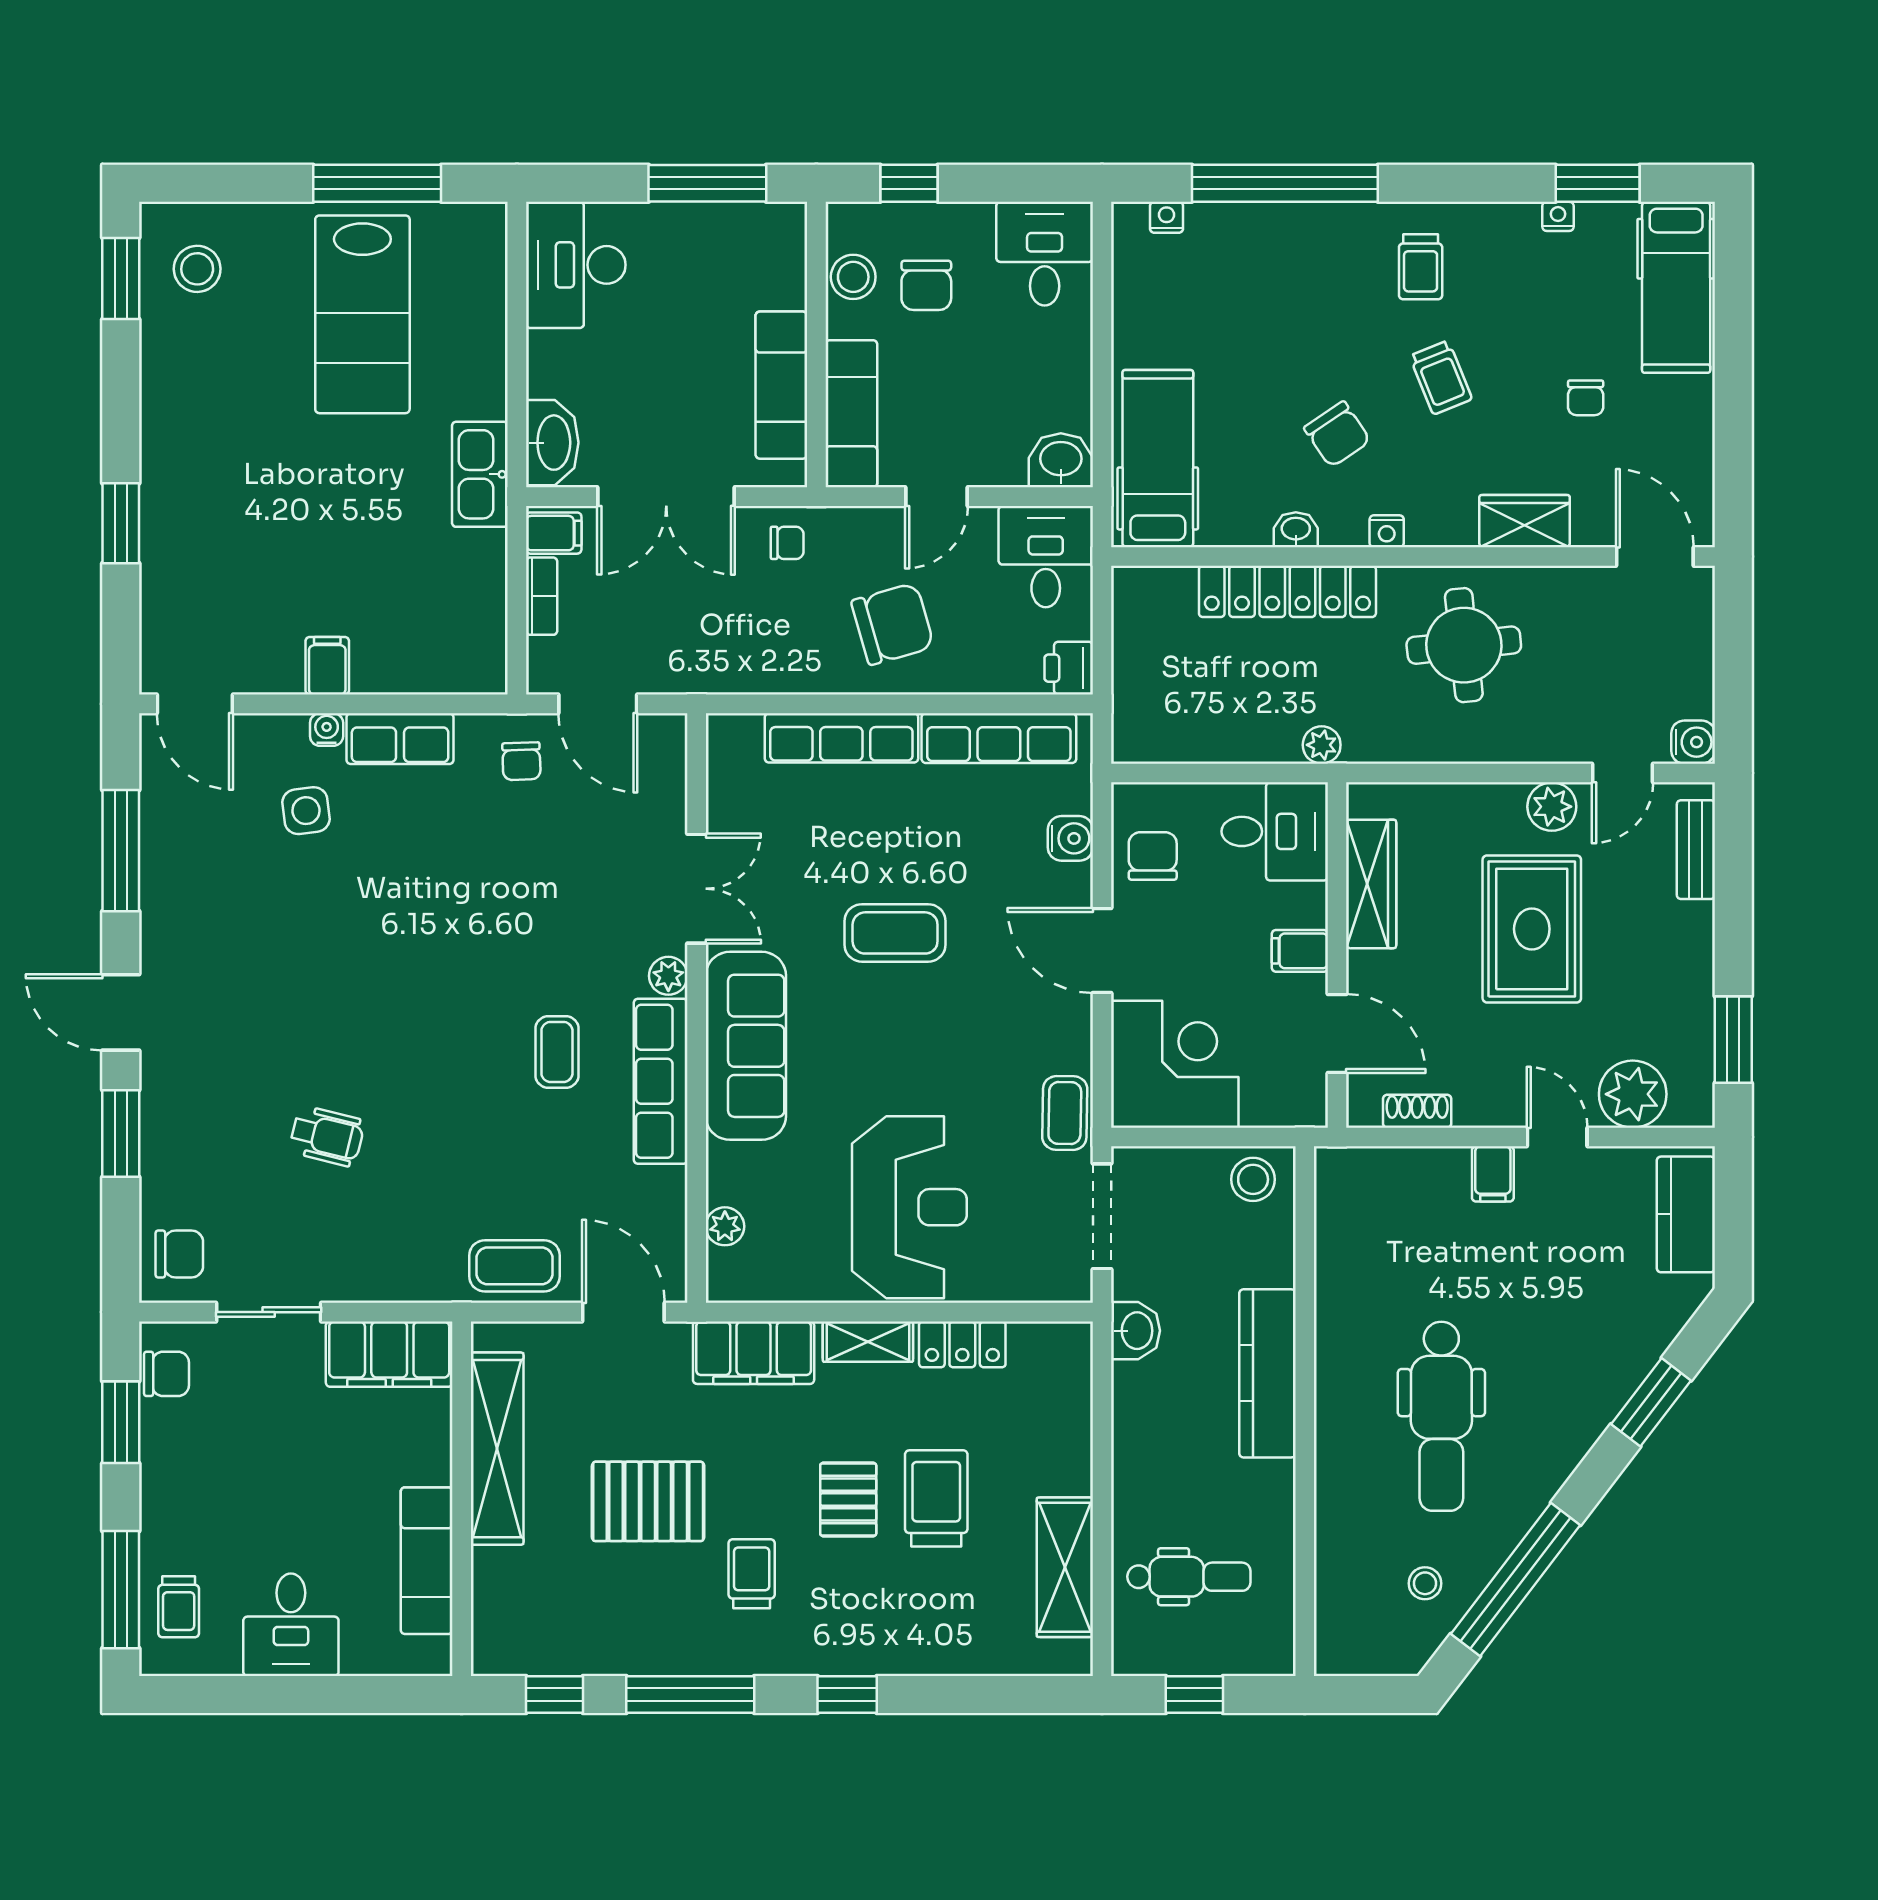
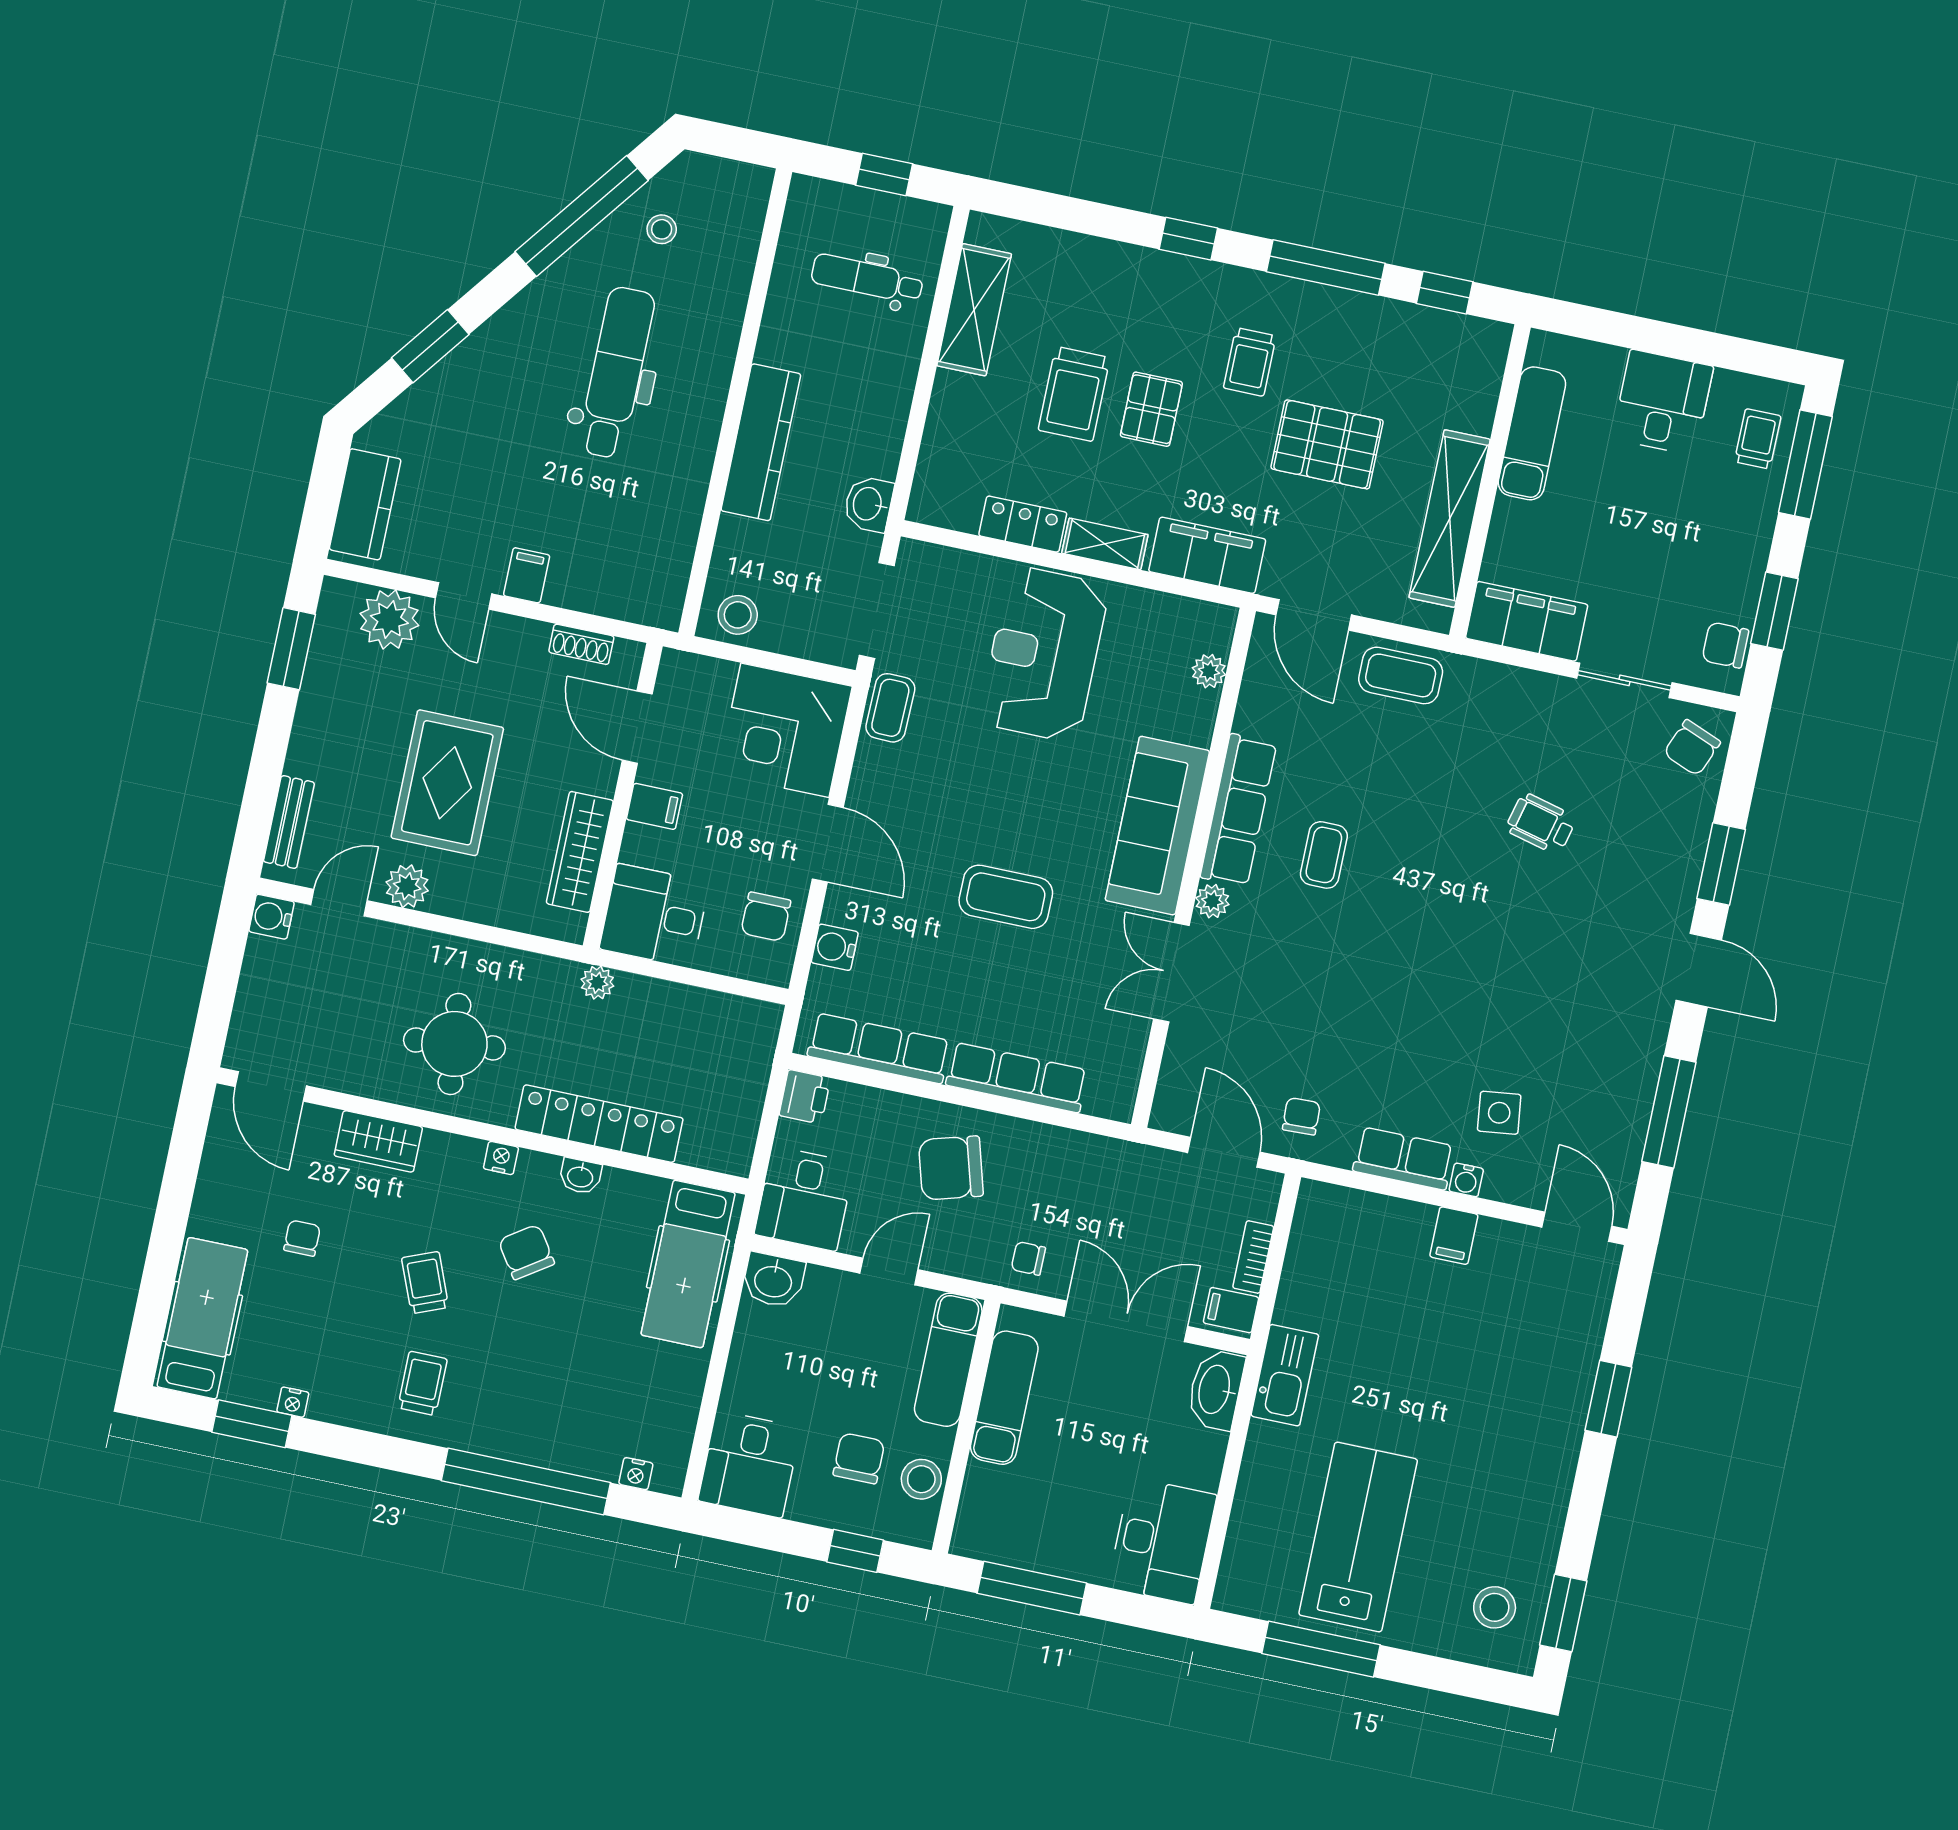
chair: (179, 1254) -> (1692, 748), turned -68

